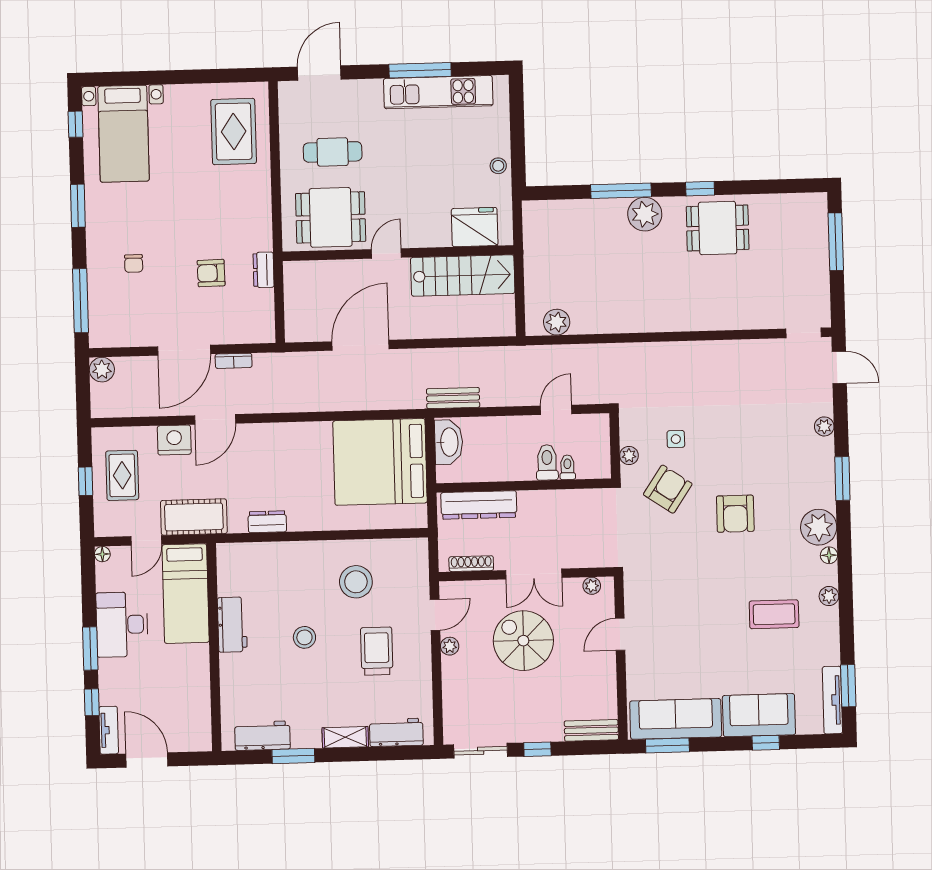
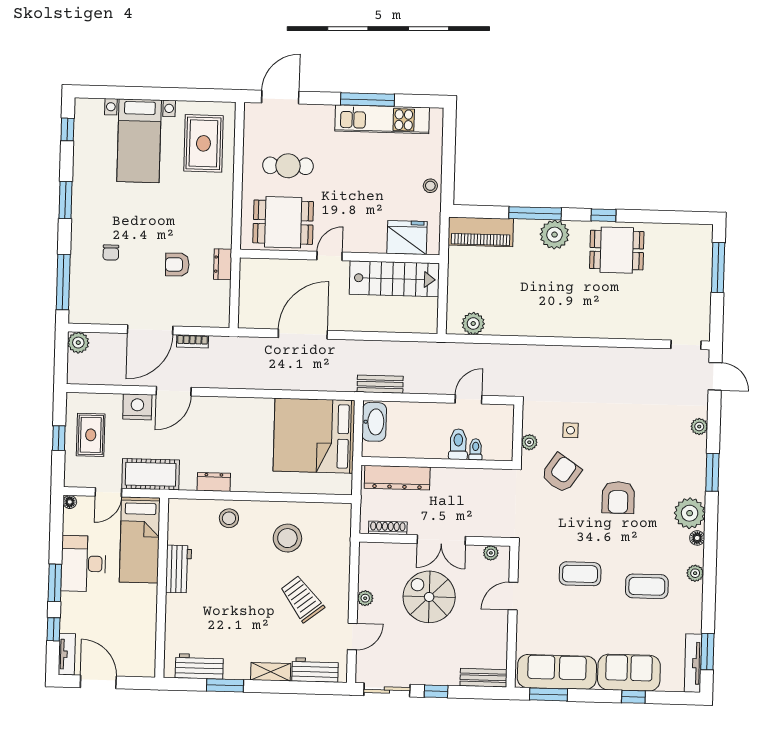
bed with nightstands: (123, 134) -> (139, 141), moved
piano: (559, 216) -> (481, 232), added
coffee table: (696, 604) -> (580, 574), added
door: (435, 615) -> (352, 636), moved
stool: (304, 637) -> (229, 518), moved
trolley: (377, 651) -> (302, 599), turned -38

